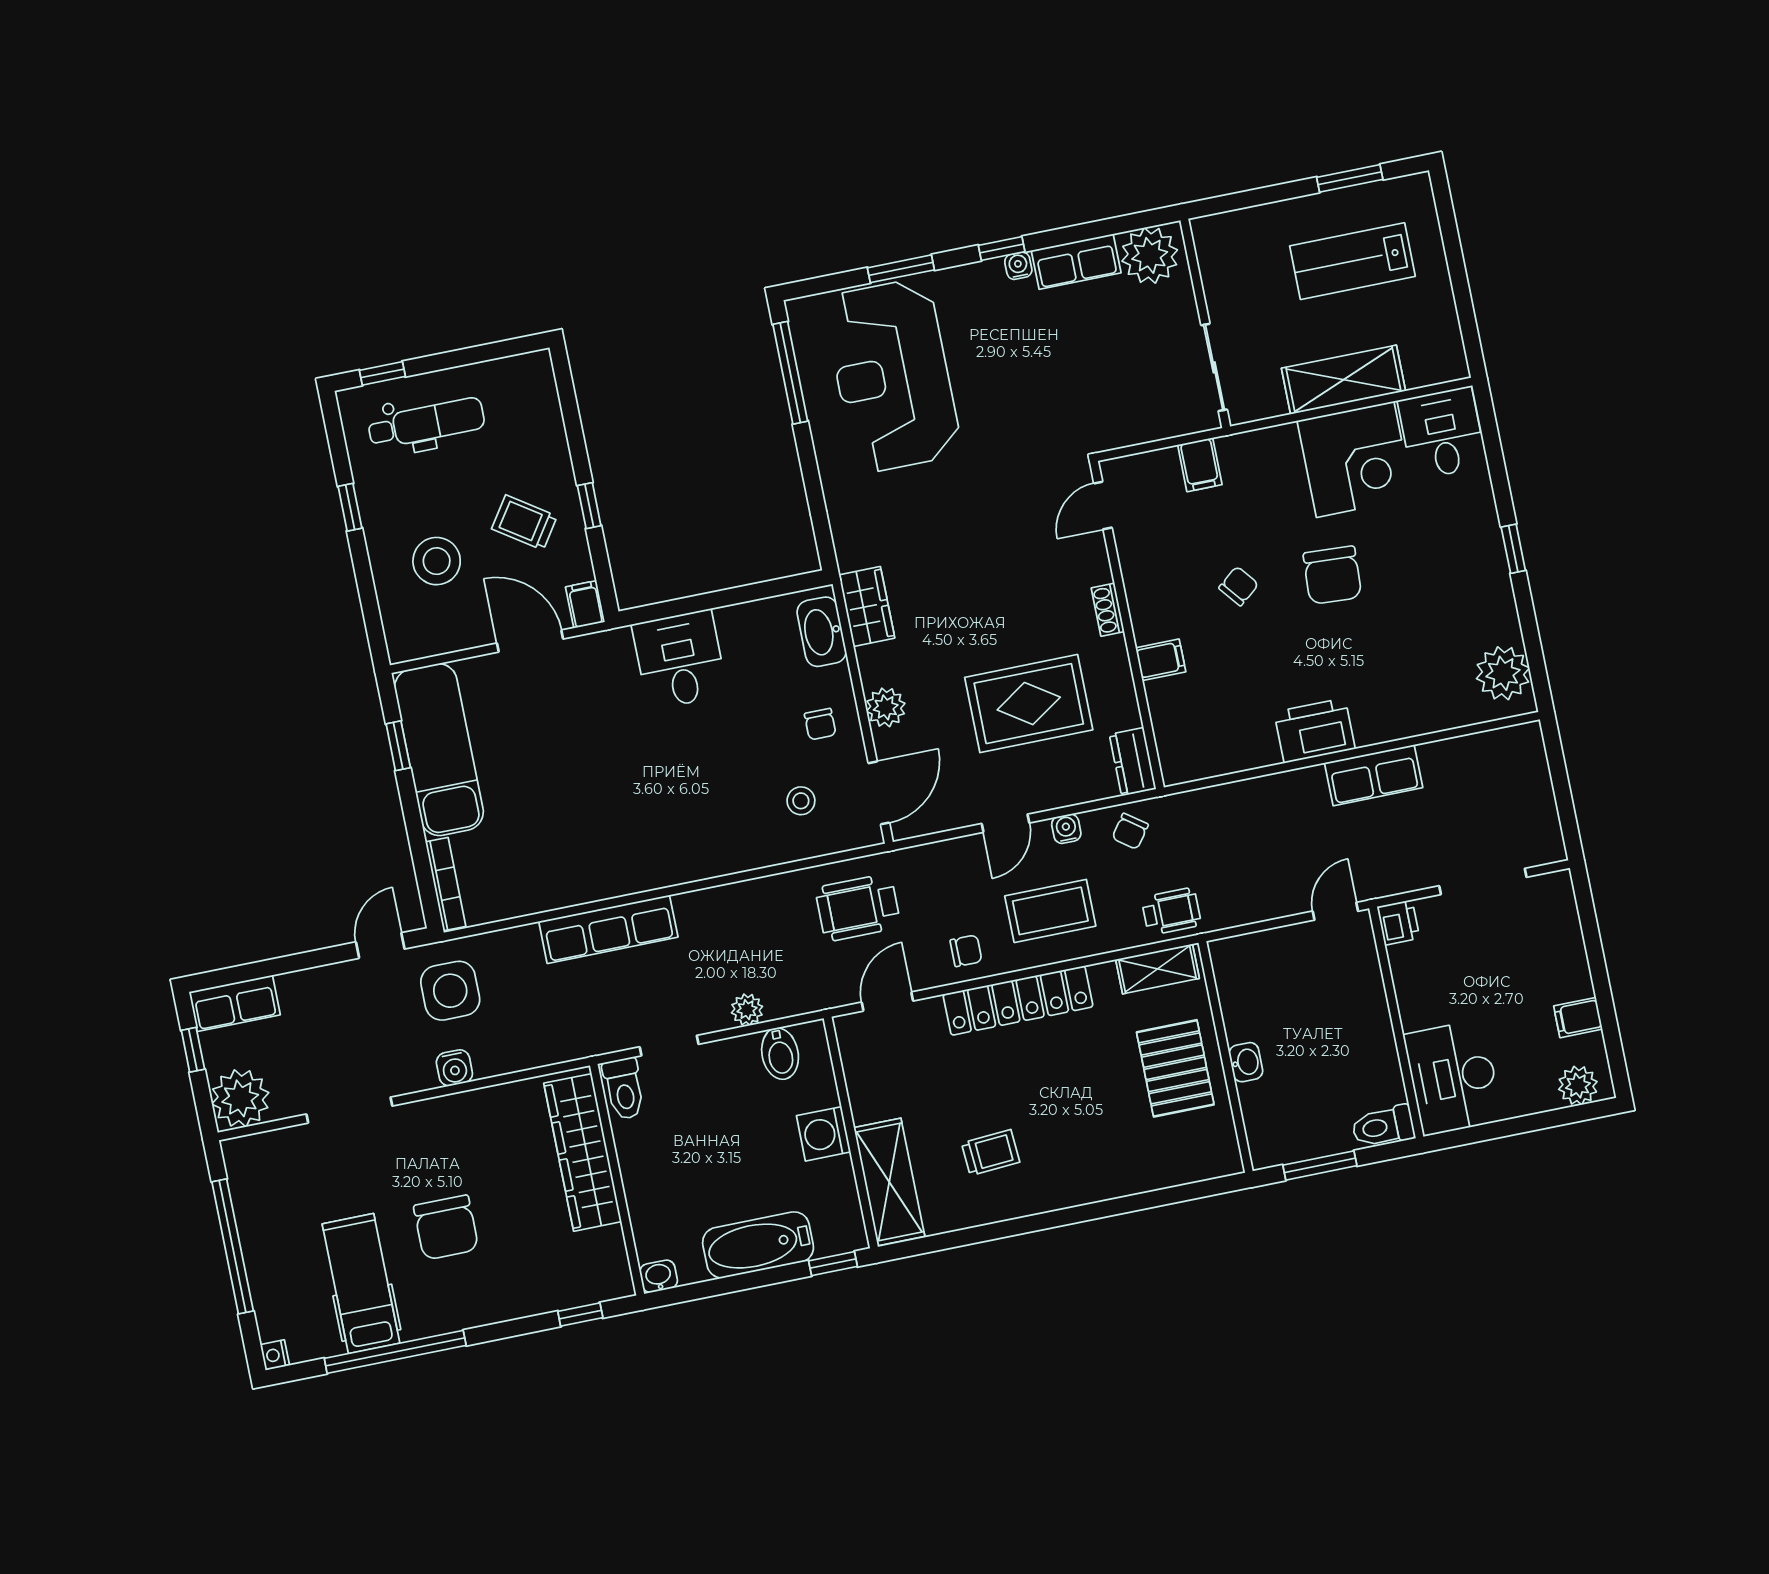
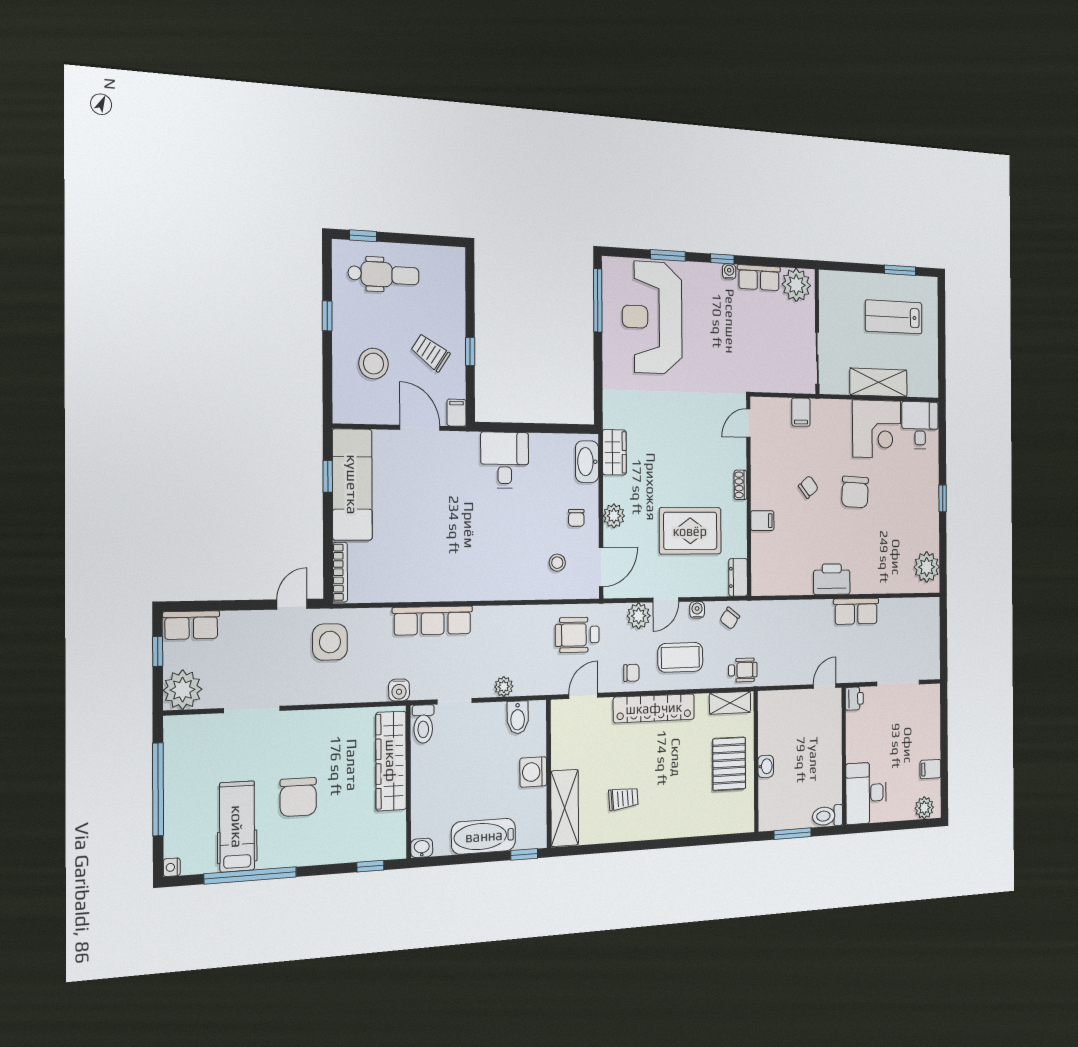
plant: (961, 858) -> (639, 616), added
water cooler: (454, 1068) -> (399, 690), moved

